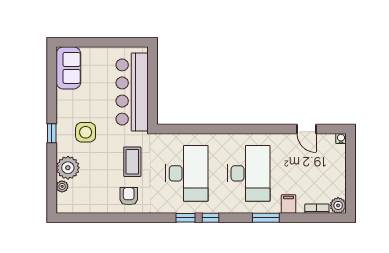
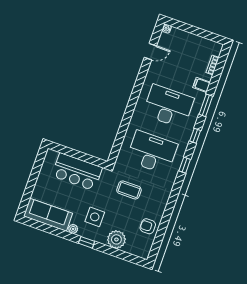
sofa: (68, 68) -> (48, 215), width x1.36
bar counter: (132, 92) -> (77, 172), width x0.73
plant: (62, 186) -> (73, 229), moved
armchair: (129, 196) -> (148, 226), moved
plant: (338, 205) -> (216, 48), removed
window: (211, 218) -> (195, 136), moved

